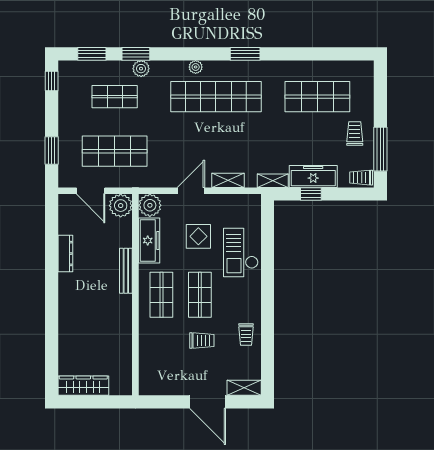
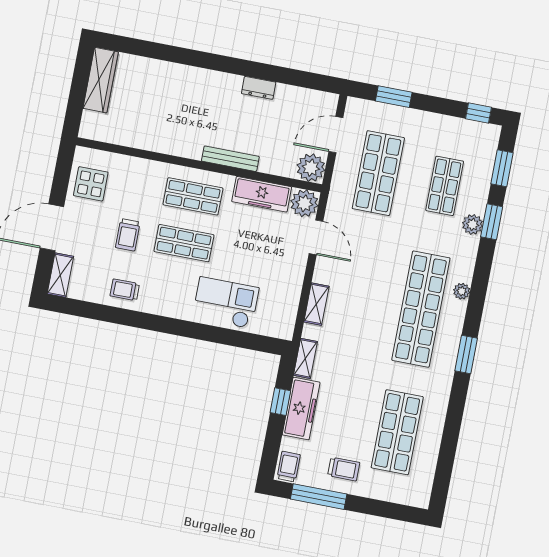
door: (191, 191) -> (316, 237), moved
display table: (198, 236) -> (91, 184), moved
dresser: (65, 254) -> (259, 88), width x0.70

